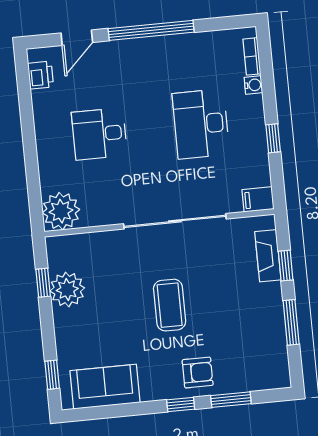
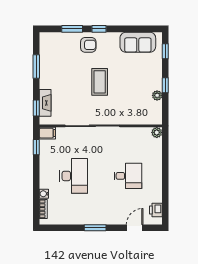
window: (151, 30) -> (95, 228), width x0.47
window: (273, 138) -> (36, 147), moved
plant: (61, 211) -> (157, 132), width x0.53, depth x0.53
window: (286, 266) -> (36, 108), moved
window: (43, 283) -> (165, 85), moved
plant: (67, 289) -> (157, 95), width x0.53, depth x0.53
armchair: (198, 373) -> (88, 45), turned 180

